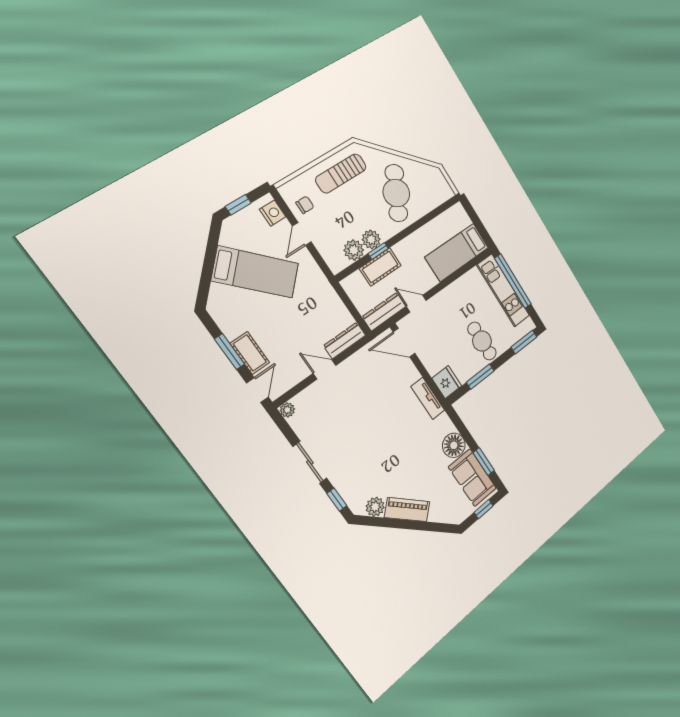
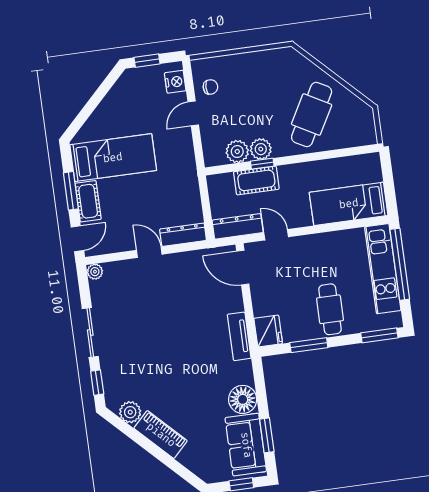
sun lounger: (341, 173) -> (262, 72), removed
bed: (255, 272) -> (113, 158), moved, turned -45

